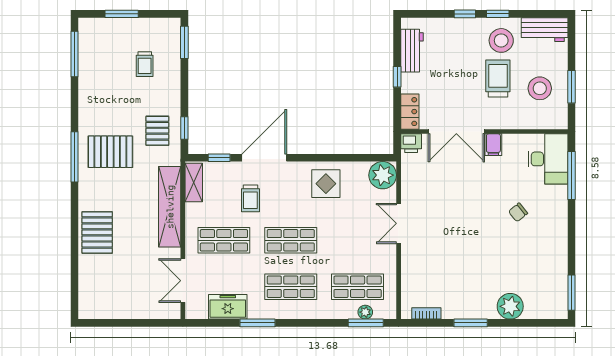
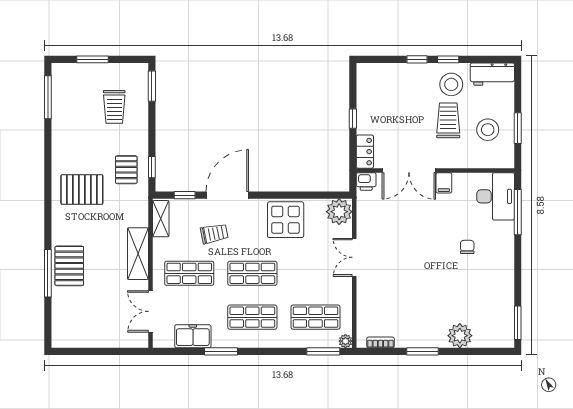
workbench: (412, 51) -> (367, 94), removed
trolley: (145, 64) -> (114, 107), width x1.36, depth x1.39
window: (74, 157) -> (48, 273), moved
display table: (326, 184) -> (286, 220), width x1.36, depth x1.36
trolley: (250, 198) -> (214, 234), turned -101
shelving: (170, 207) -> (138, 254), width x0.68
chair: (518, 212) -> (467, 247), turned 129
plant: (365, 312) -> (345, 341), moved

